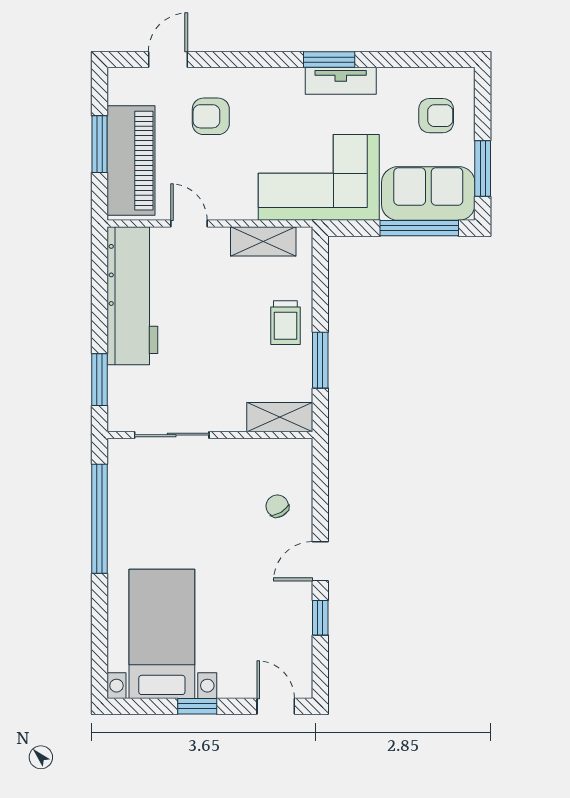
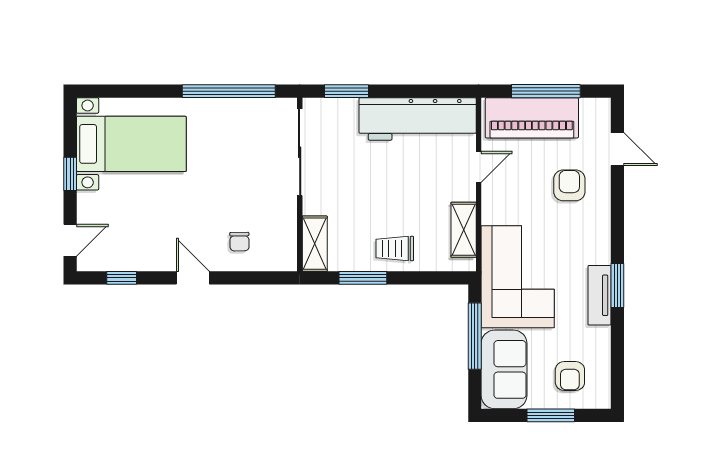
window: (100, 144) -> (546, 91), width x1.44
window: (483, 168) -> (551, 415), moved
window: (419, 228) -> (475, 336), moved
sliding door: (172, 435) -> (300, 152), width x1.37
chair: (277, 506) -> (239, 242), turned 119
window: (320, 618) -> (122, 278), moved

